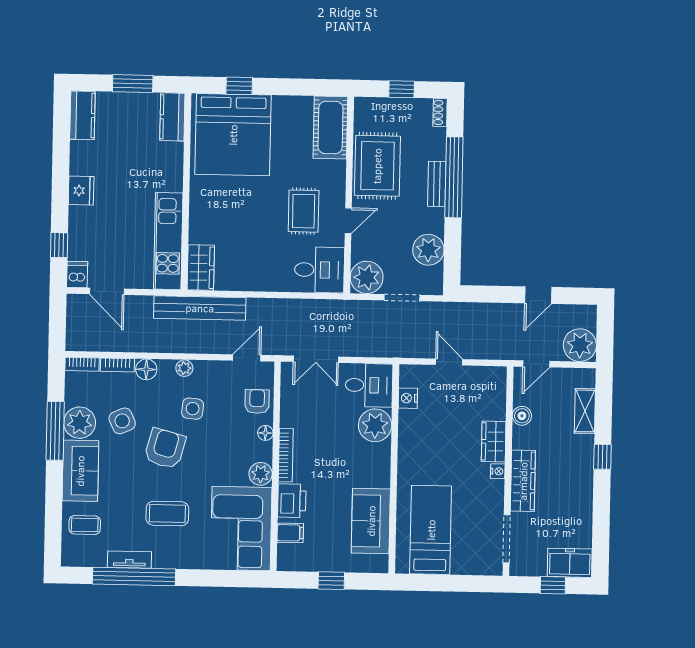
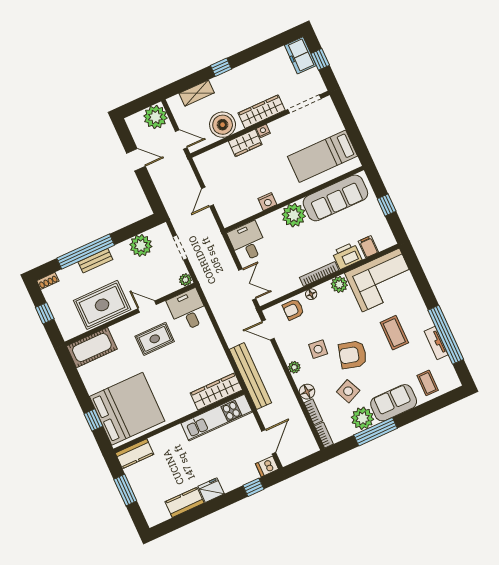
kitchen counter: (82, 115) -> (185, 502), moved
wardrobe: (201, 268) -> (216, 391), width x1.50
plant: (367, 277) -> (185, 280), width x0.53, depth x0.53
nightstand: (408, 398) -> (267, 202), moved
boiler: (522, 416) -> (223, 125), width x1.86, depth x1.86
plant: (375, 425) -> (294, 215), moved
sofa: (371, 521) -> (335, 198), width x1.36

